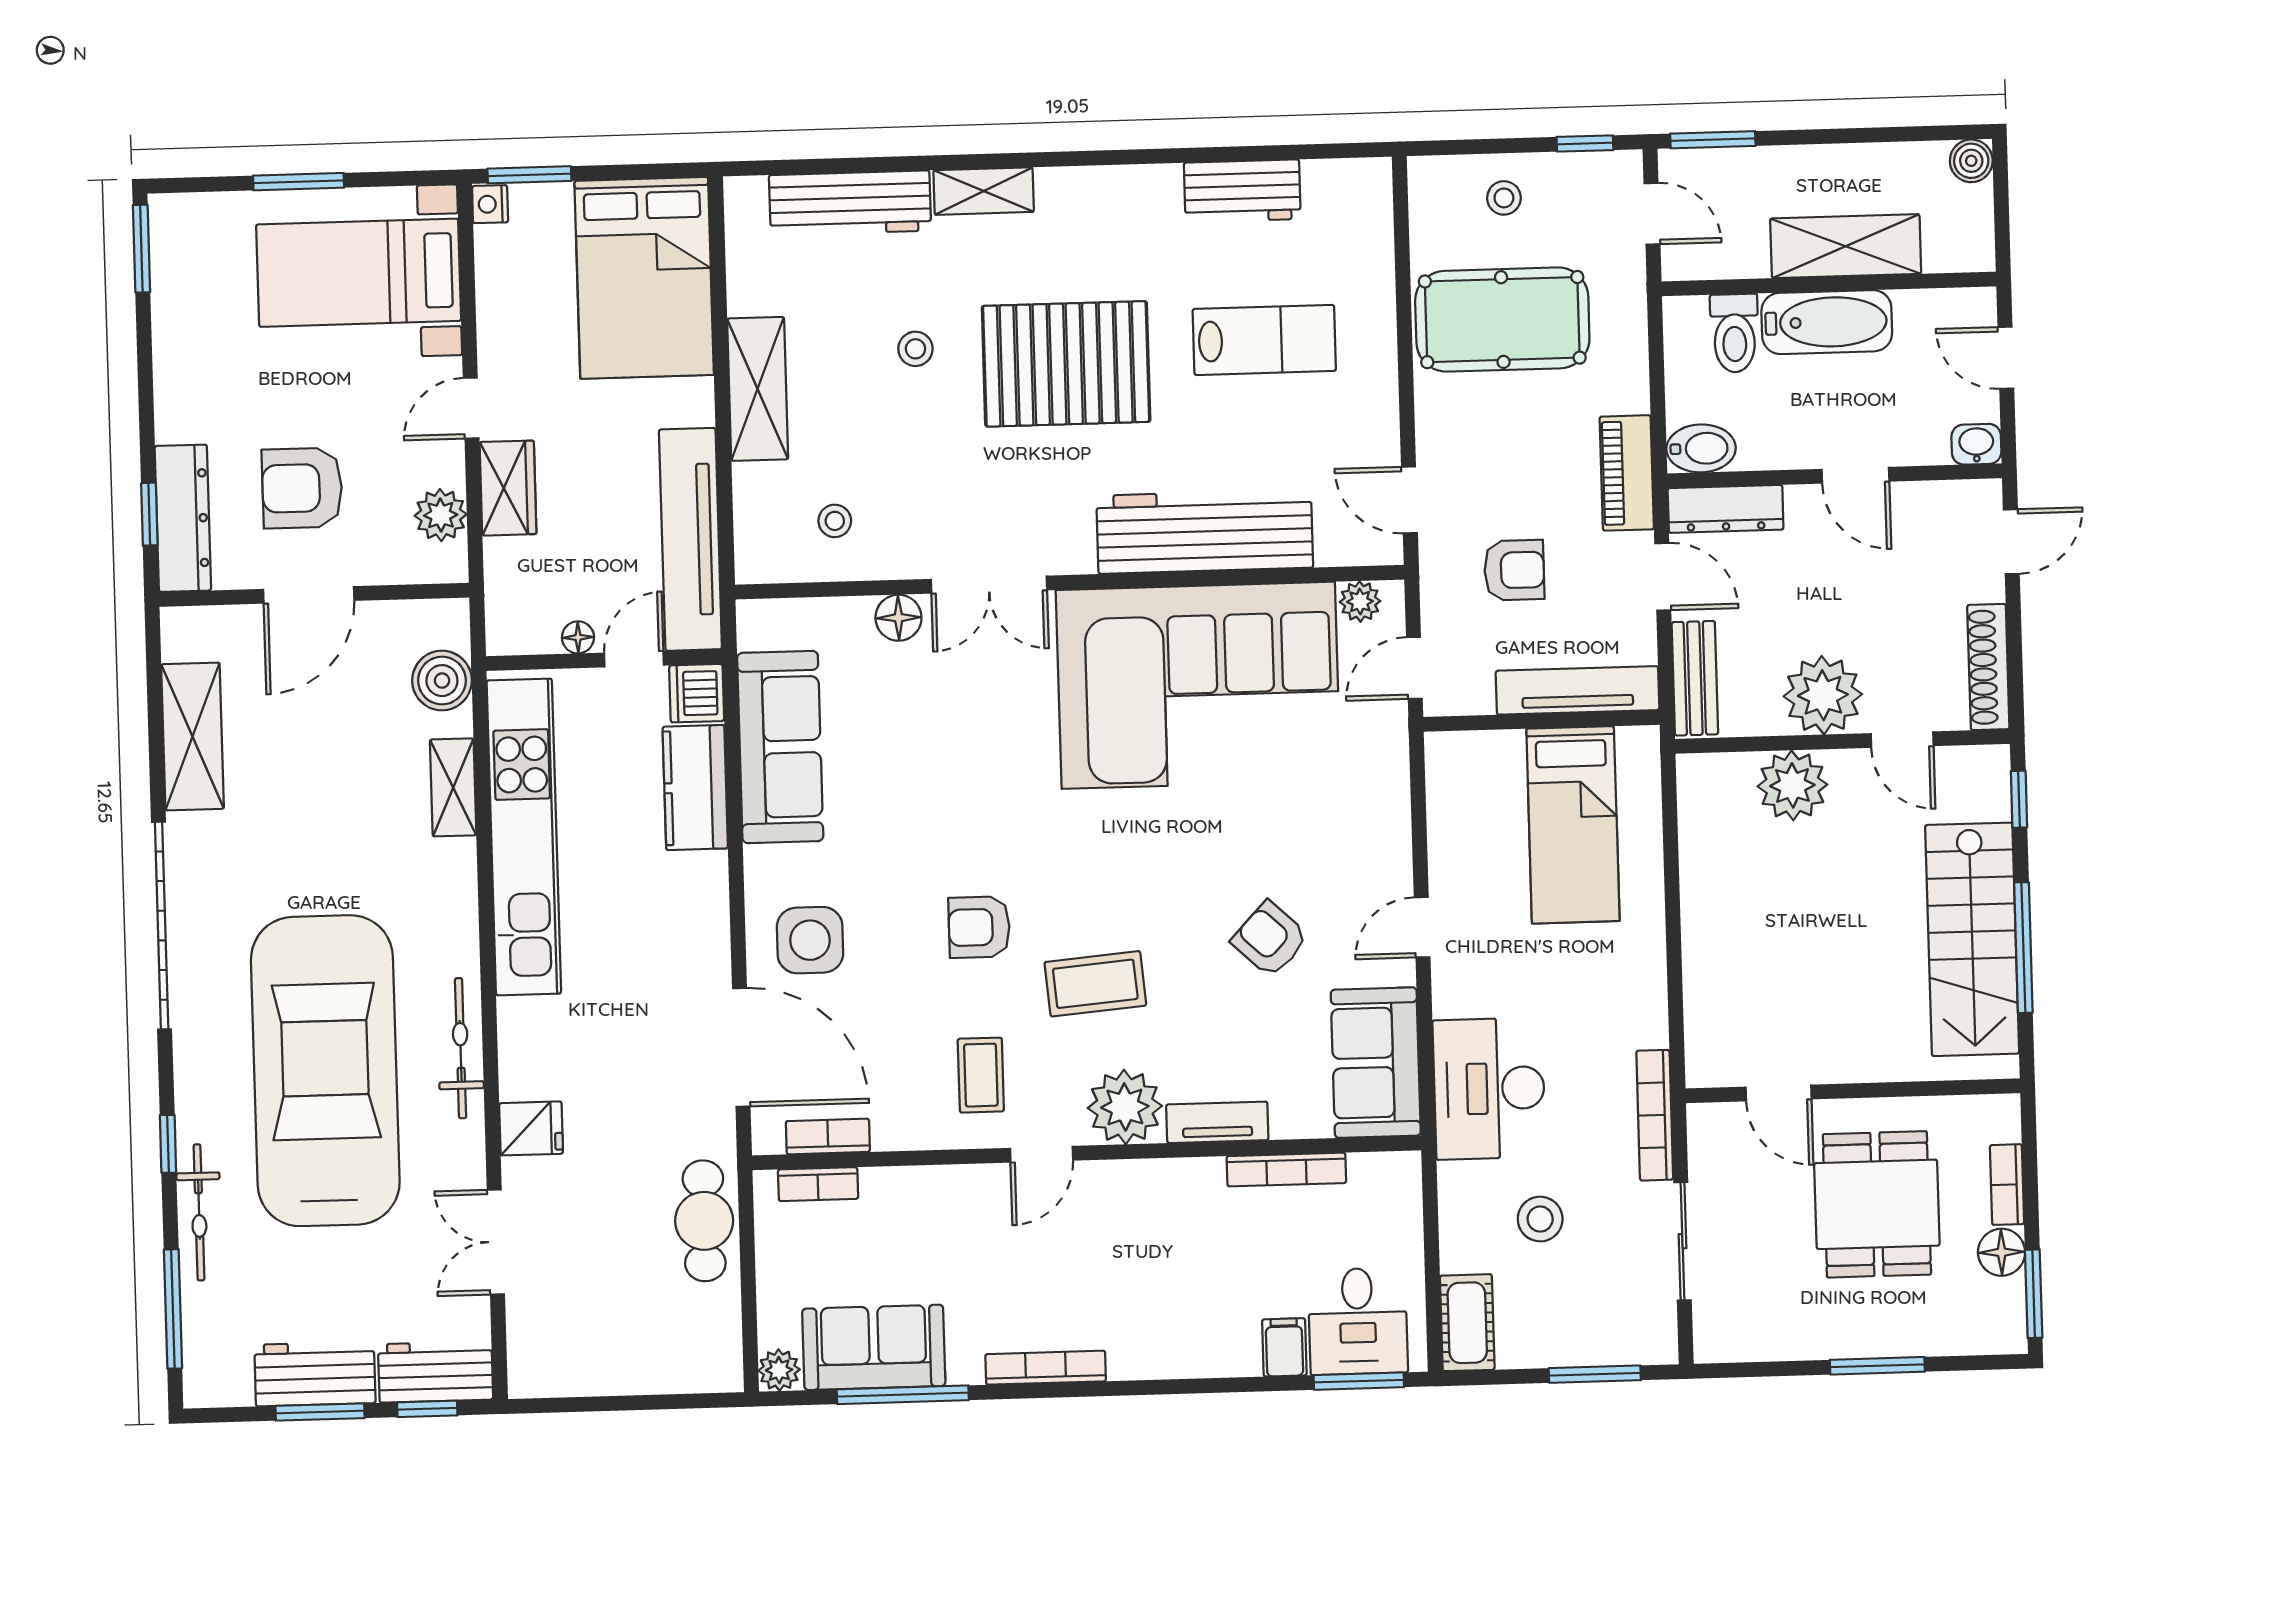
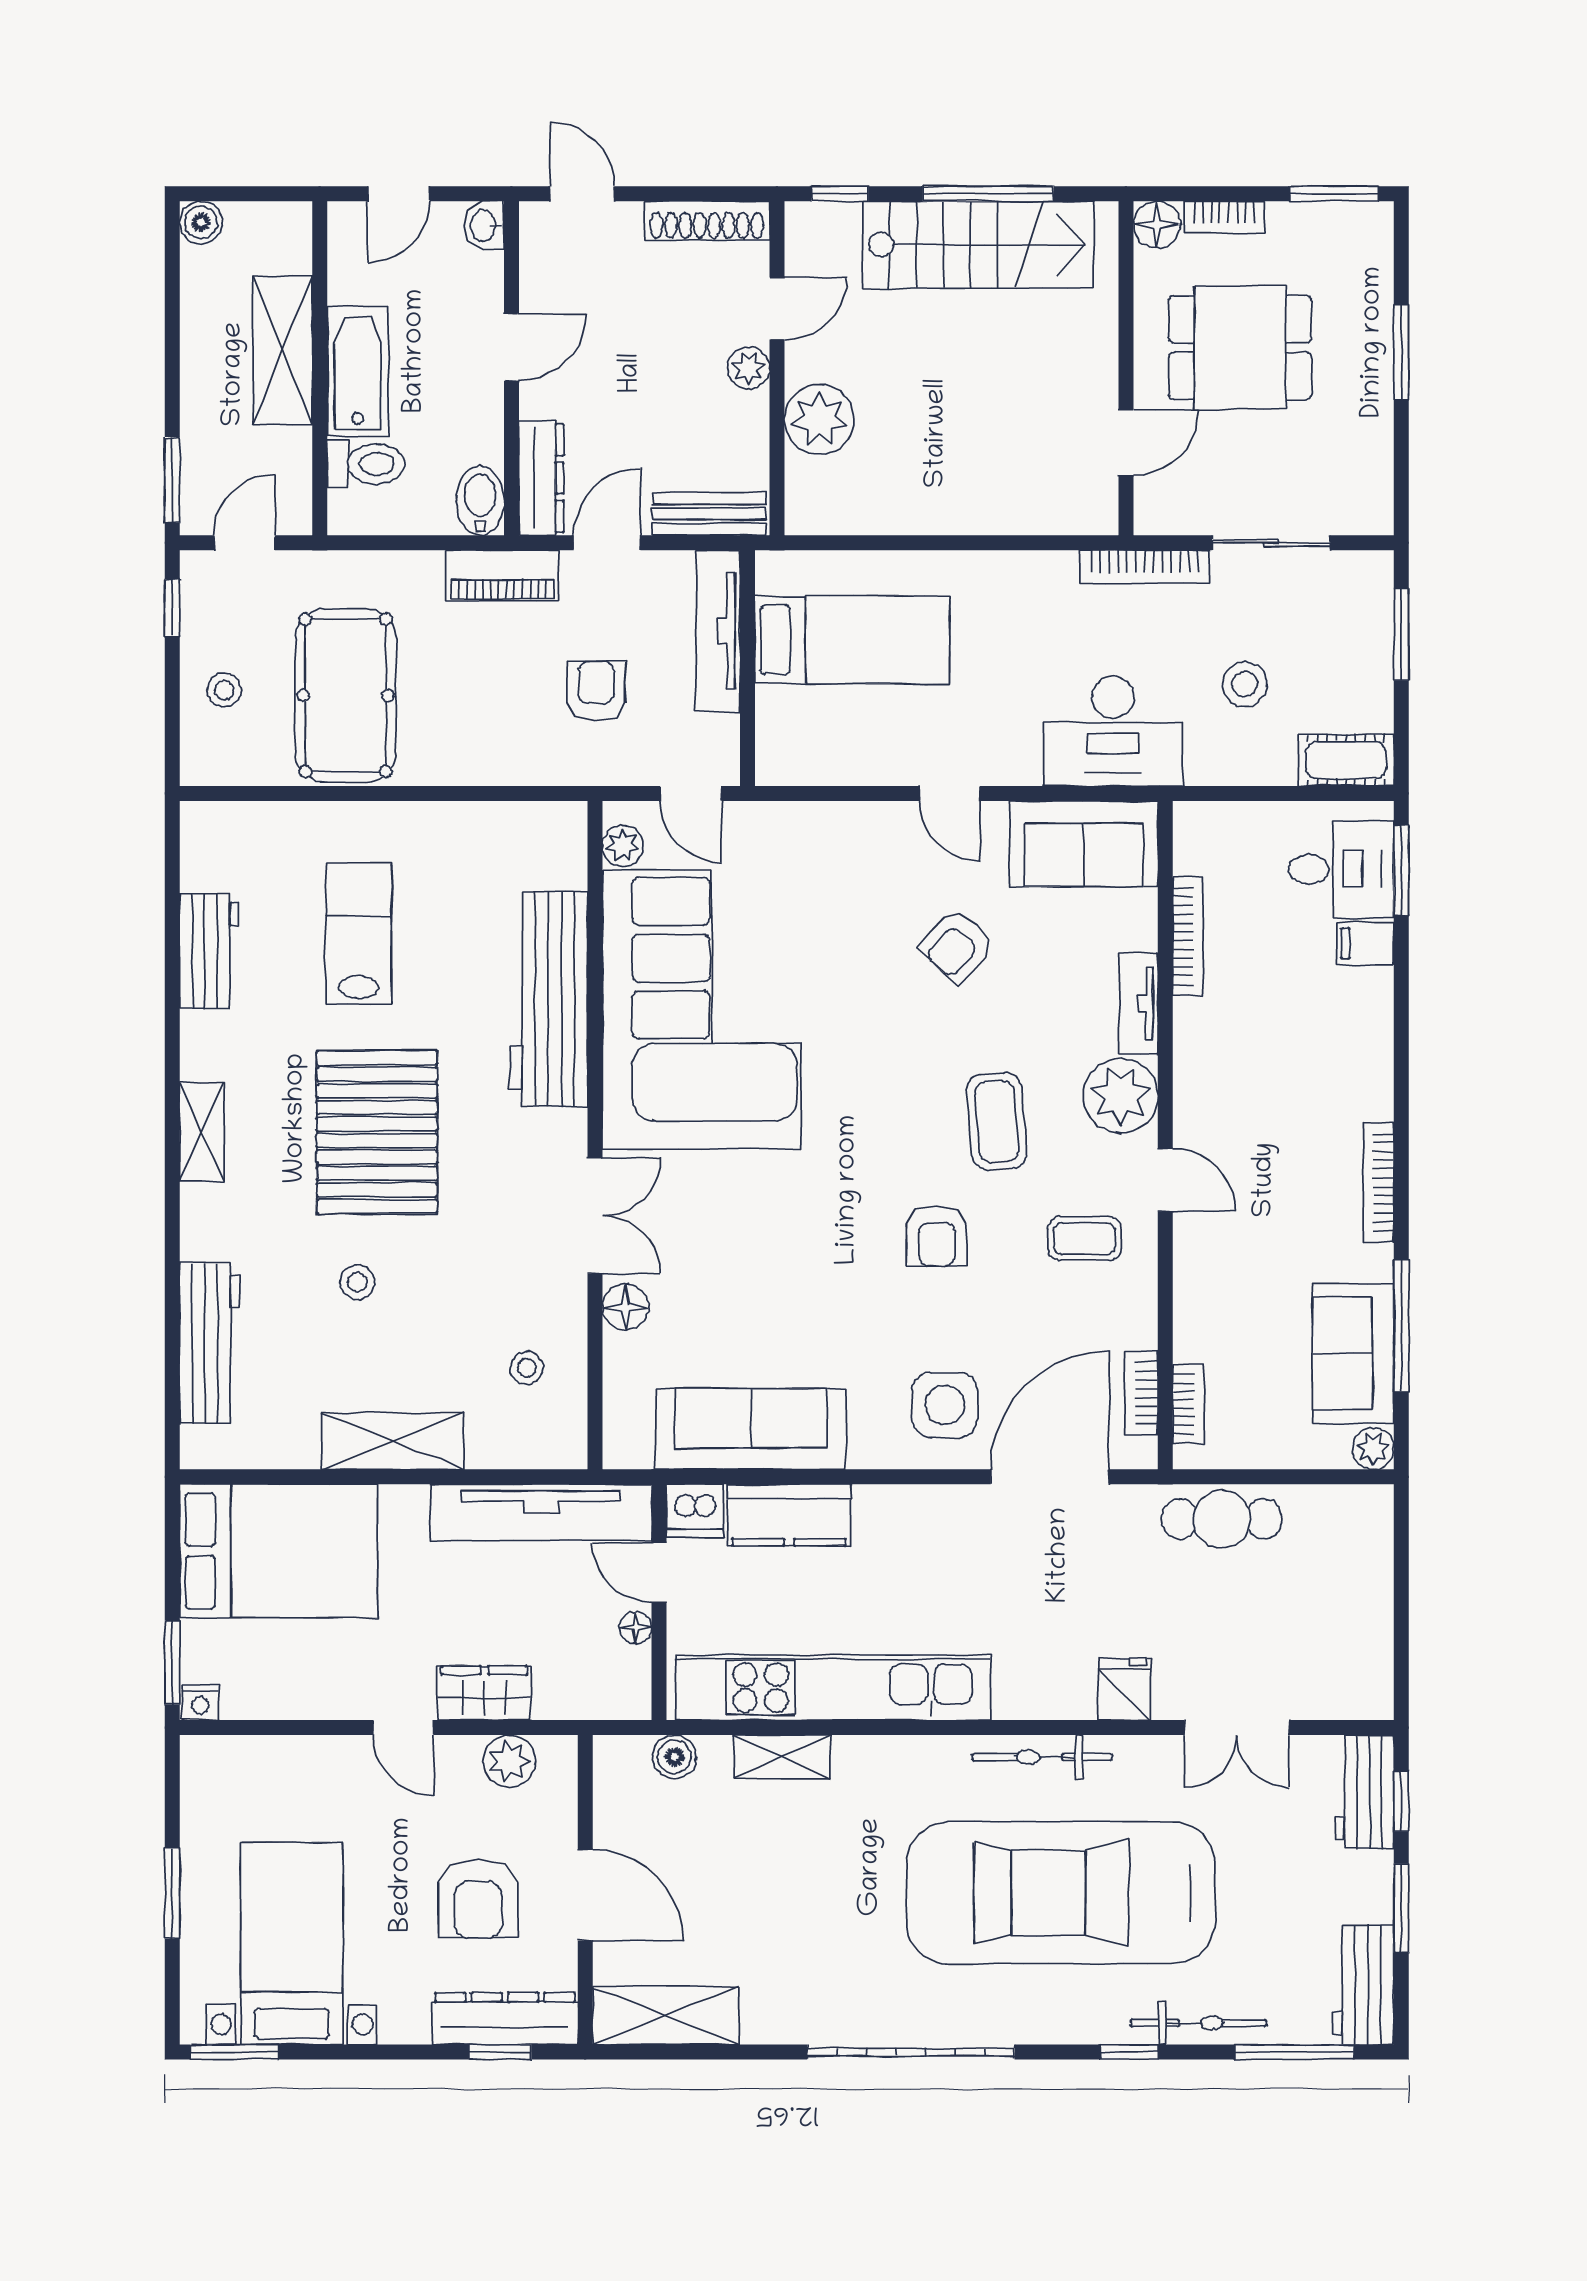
shelving: (984, 191) -> (202, 1132), moved
bed with nightstands: (359, 273) -> (292, 1944), moved, turned 180
door: (1409, 500) -> (523, 793), removed
boiler: (442, 681) -> (675, 1757), width x0.73, depth x0.73
plant: (1823, 695) -> (749, 368), width x0.53, depth x0.53
shelving: (193, 736) -> (666, 2015), moved
floor lamp: (2001, 1252) -> (1157, 225), moved
workbench: (315, 1374) -> (1363, 1985), moved

